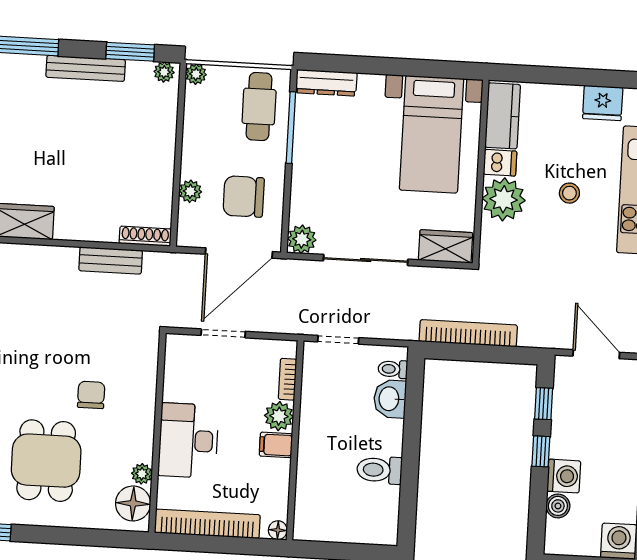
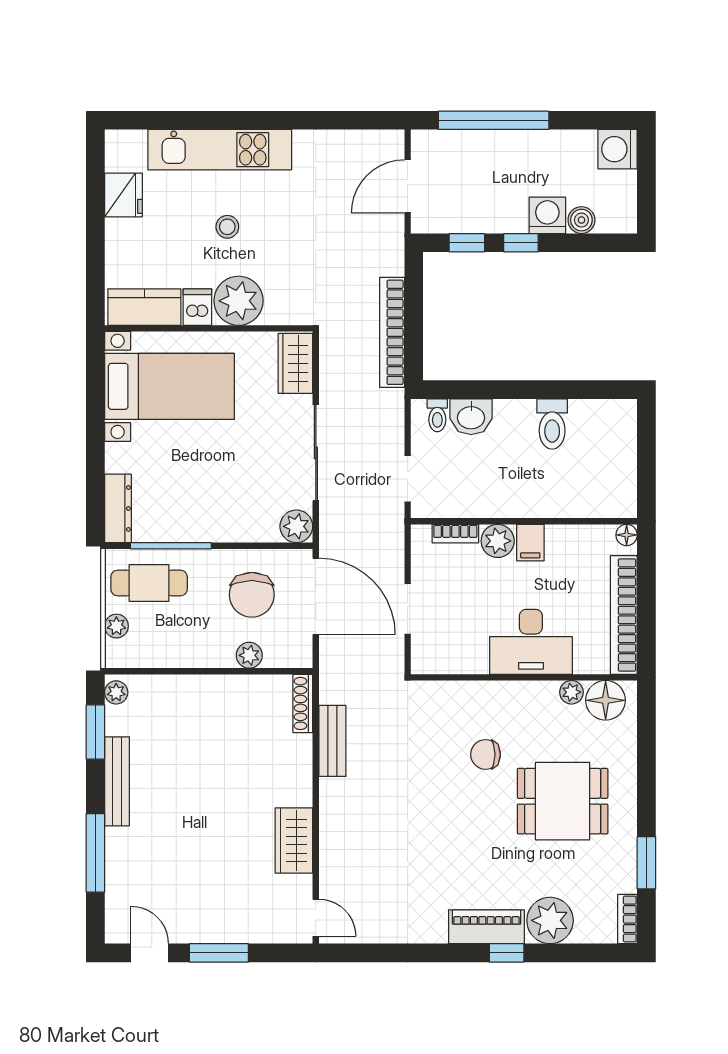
plant: (196, 74) -> (116, 626), moved

